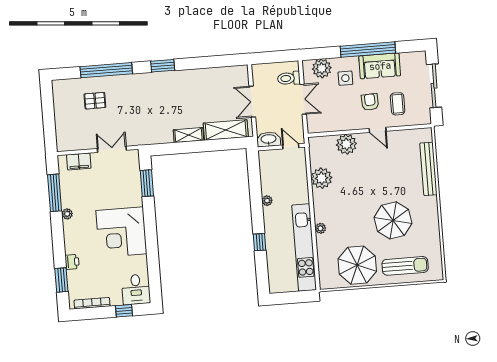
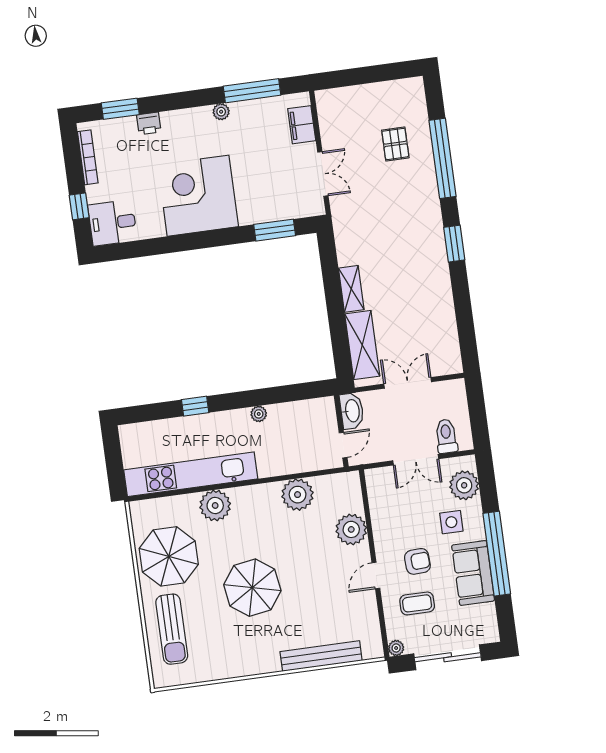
plant: (426, 119) -> (396, 648), added
parasol: (393, 220) -> (252, 588), moved
plant: (320, 228) -> (215, 505), width x1.88, depth x1.88

